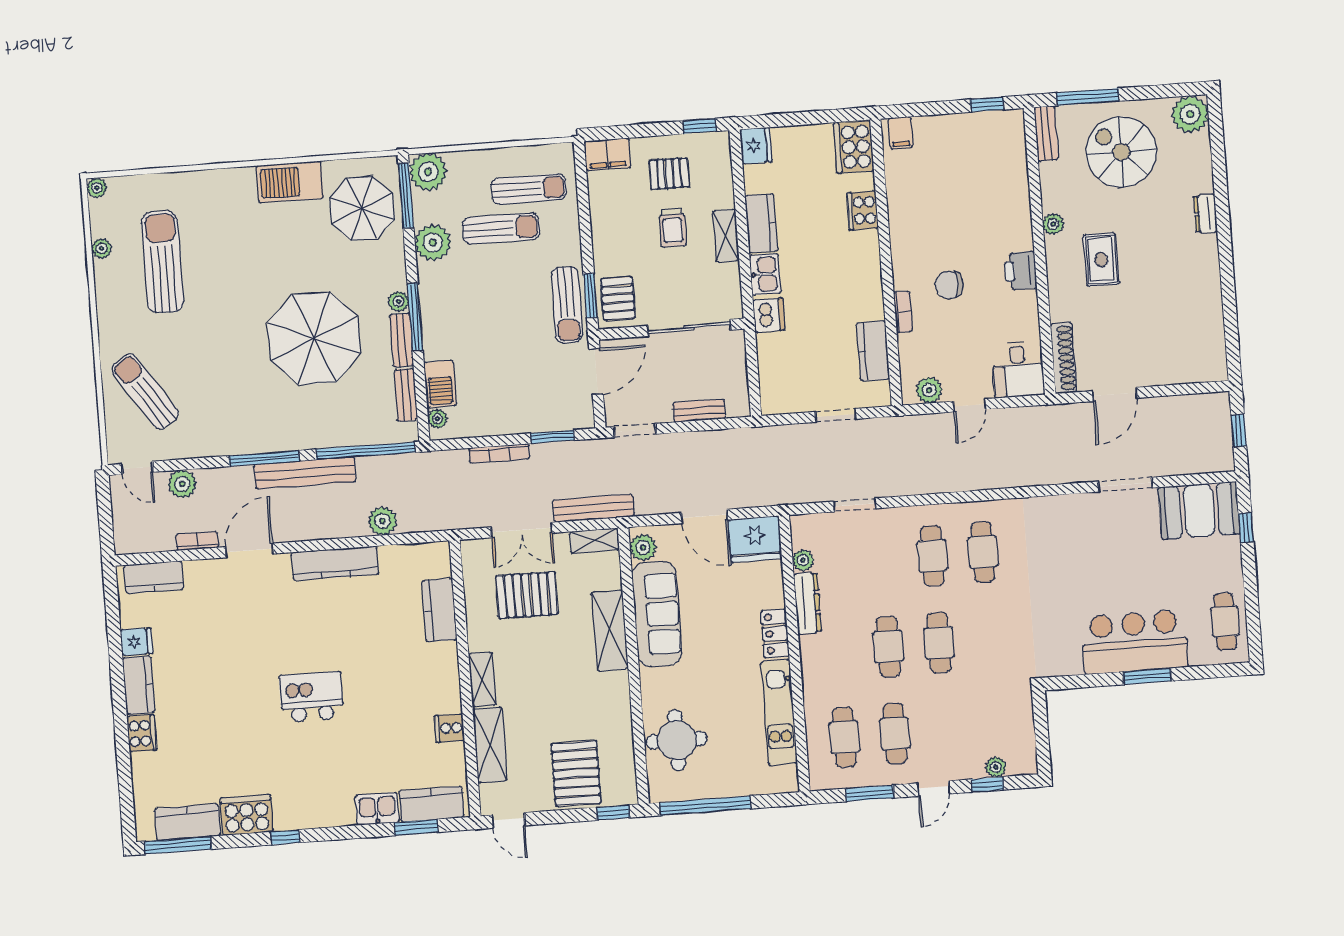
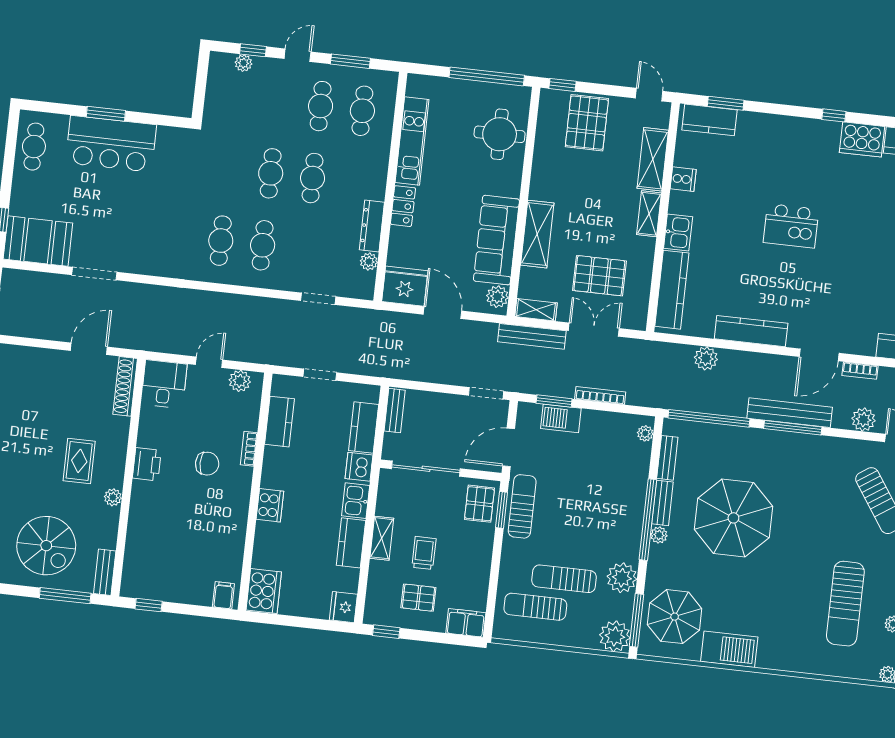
cooker: (863, 210) -> (270, 505), moved
window: (415, 317) -> (648, 520), width x1.46
kitchen counter: (772, 363) -> (364, 427), added
barbecue: (440, 384) -> (561, 418), moved, turned -90
bench: (699, 411) -> (395, 411), moved, turned 90
bench: (305, 473) -> (790, 413), moved
kitchen counter: (439, 610) -> (672, 290), width x1.50
kitchen sink: (377, 809) -> (678, 232), moved, turned -90

